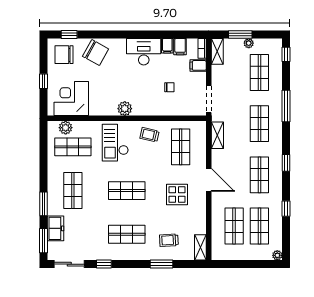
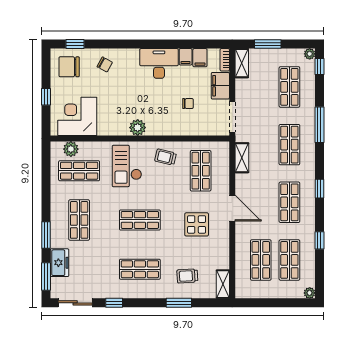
plant: (249, 43) -> (310, 54), moved
chair: (96, 53) -> (105, 64), width x0.54, depth x0.54
filing cabinet: (198, 65) -> (220, 86), width x2.00

